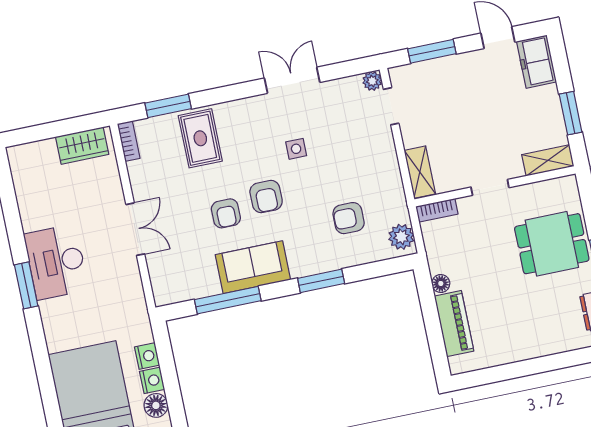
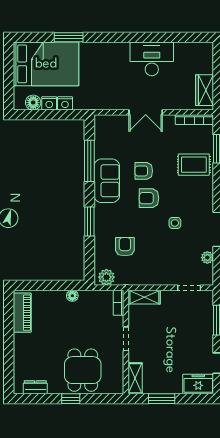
plant: (372, 81) -> (207, 258), moved
bookcase: (129, 141) -> (194, 120), width x1.56
desk: (56, 262) -> (152, 59), moved
window: (26, 285) -> (69, 37), moved
piano: (454, 324) -> (22, 313), moved, turned -90

